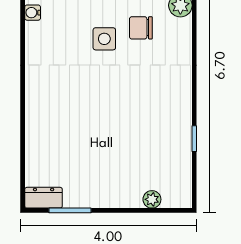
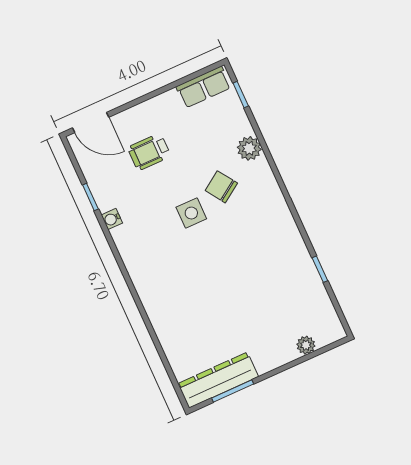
chair: (141, 28) -> (221, 187), turned 56
dresser: (44, 198) -> (218, 380), width x1.96, depth x1.24

